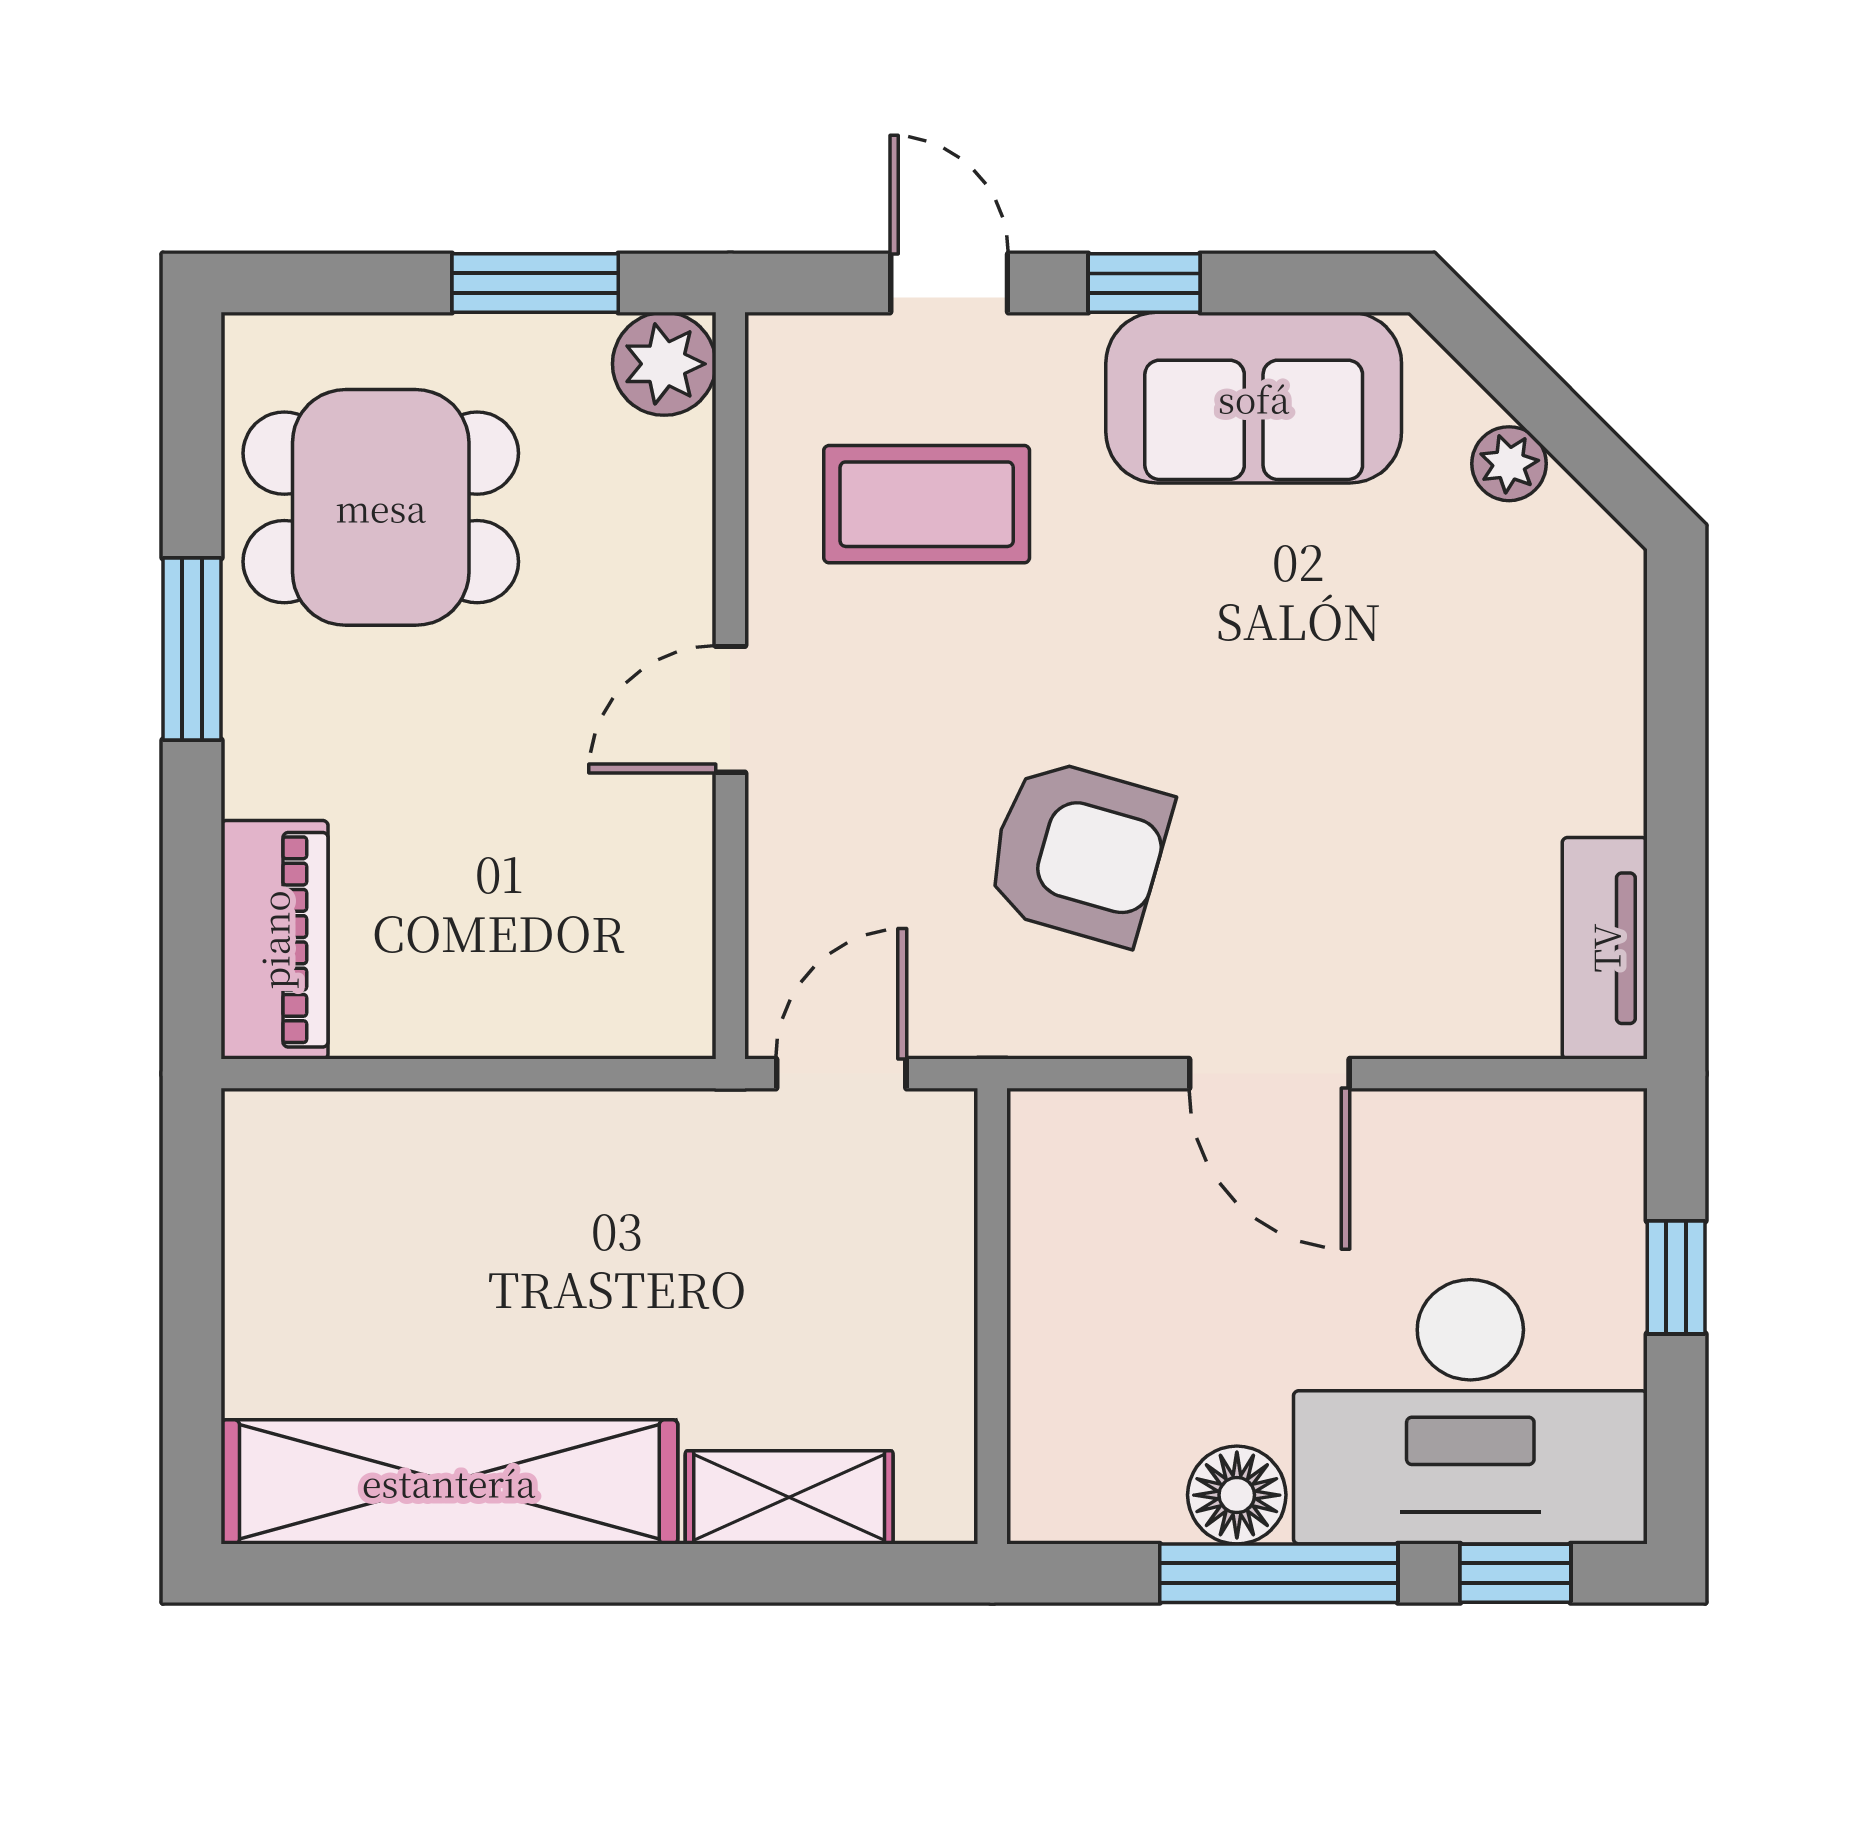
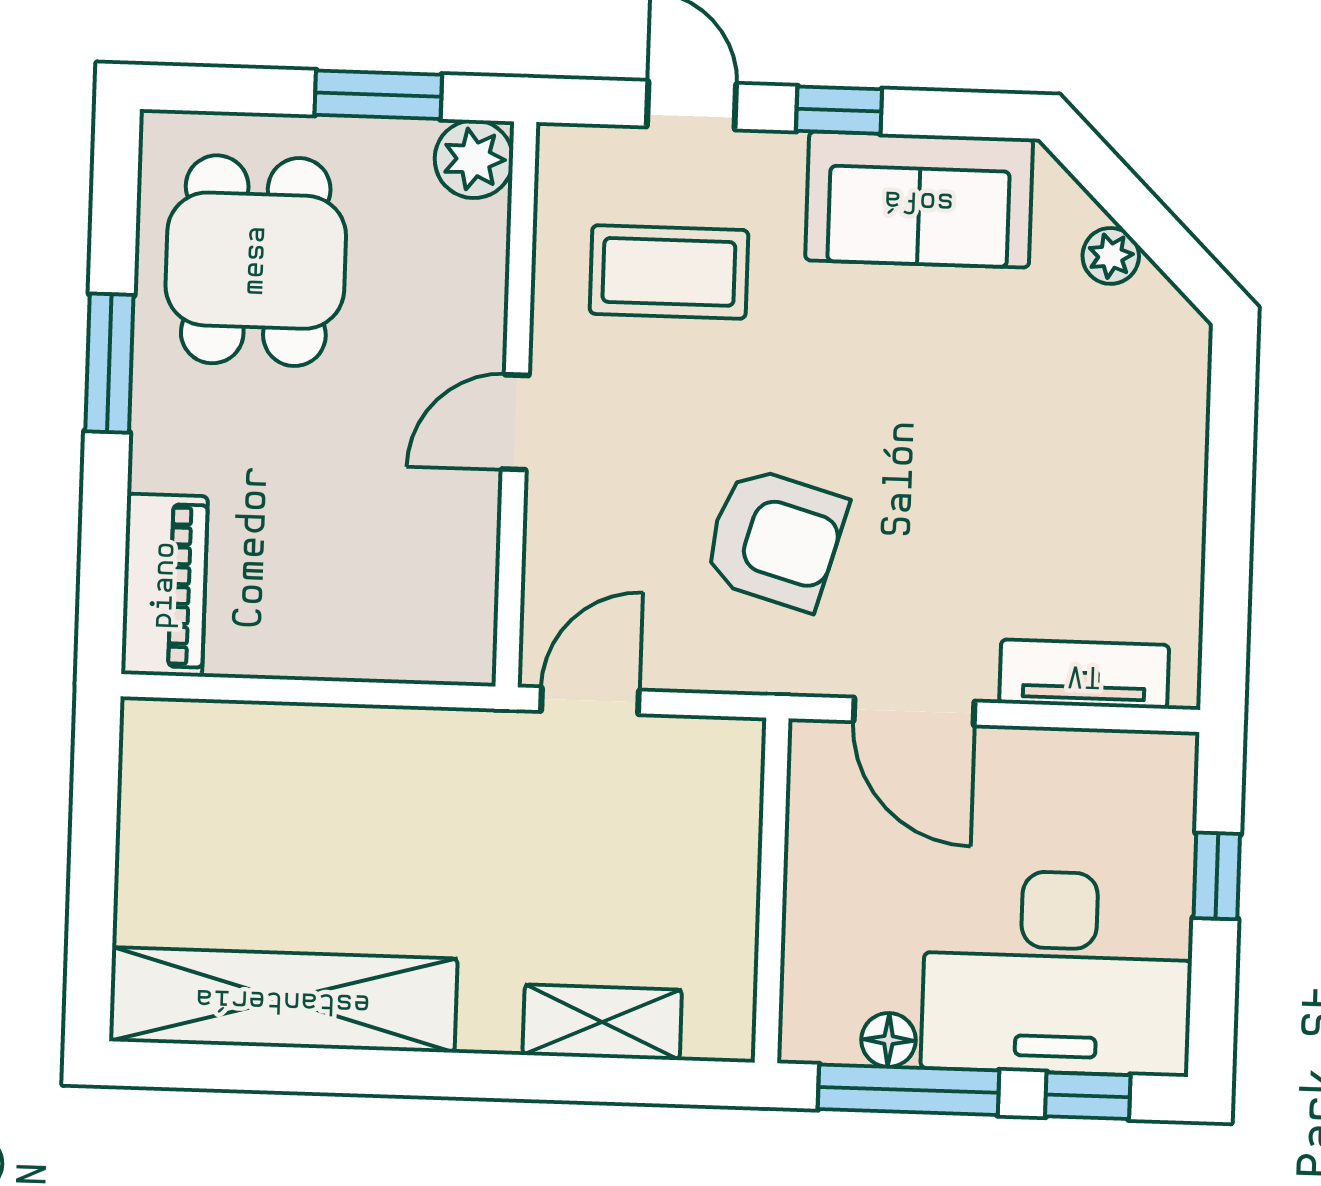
dining table: (381, 507) -> (256, 261), turned 90
tv unit: (1605, 948) -> (1084, 674), moved, turned 90
wall: (992, 1316) -> (772, 890), moved
floor lamp: (1237, 1495) -> (889, 1040), width x0.73, depth x0.73
shelving: (789, 1497) -> (602, 1022), moved

